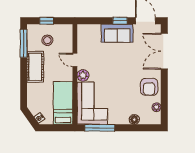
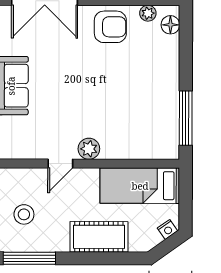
cot: (35, 67) -> (99, 237), moved
corner sofa: (92, 103) -> (140, 132), removed
floor lamp: (134, 119) -> (170, 25), moved

